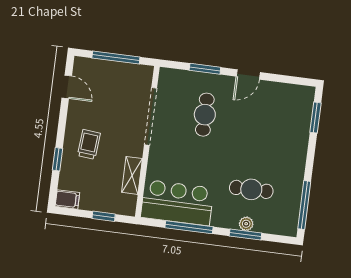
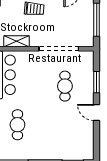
cafe table: (205, 115) -> (65, 86), turned 90

